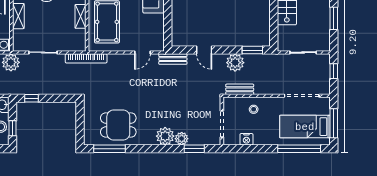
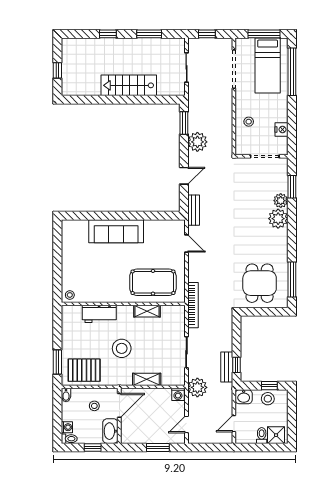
bench: (240, 89) -> (227, 367), moved
dining table: (118, 125) -> (260, 283), moved

